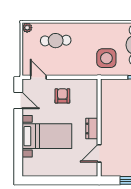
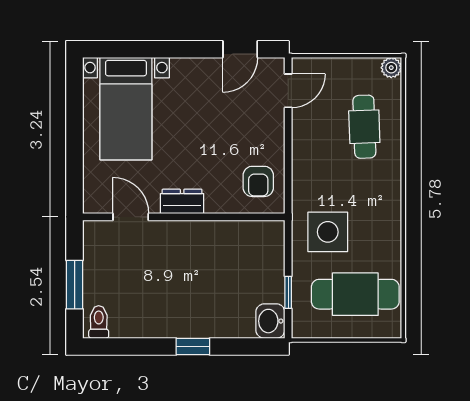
armchair: (62, 96) -> (258, 181), moved, turned 90
bed with nightstands: (47, 136) -> (126, 109), moved

